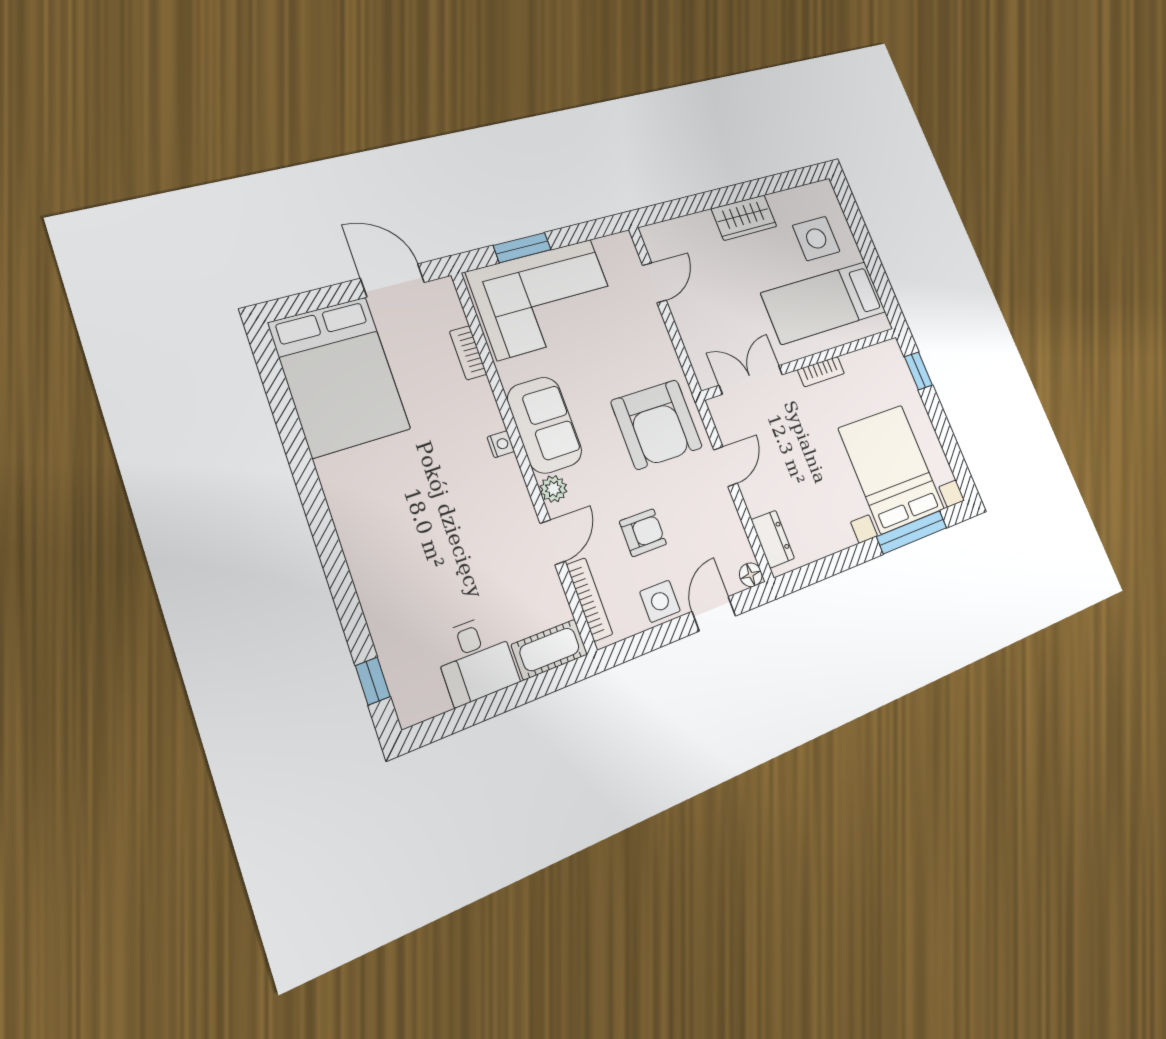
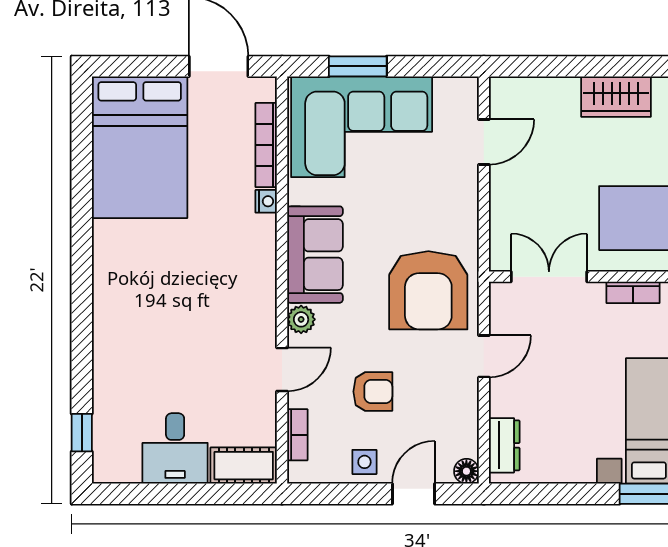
bookcase: (468, 353) -> (266, 145), width x1.56
nightstand: (501, 444) -> (266, 201), moved
bookcase: (589, 599) -> (297, 435), width x0.64
side table: (660, 601) -> (364, 462), width x0.73, depth x0.73

